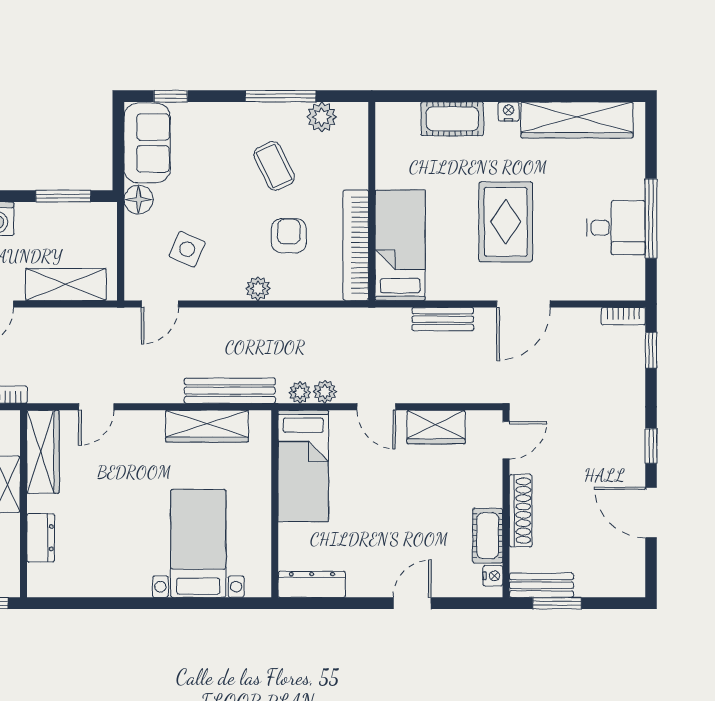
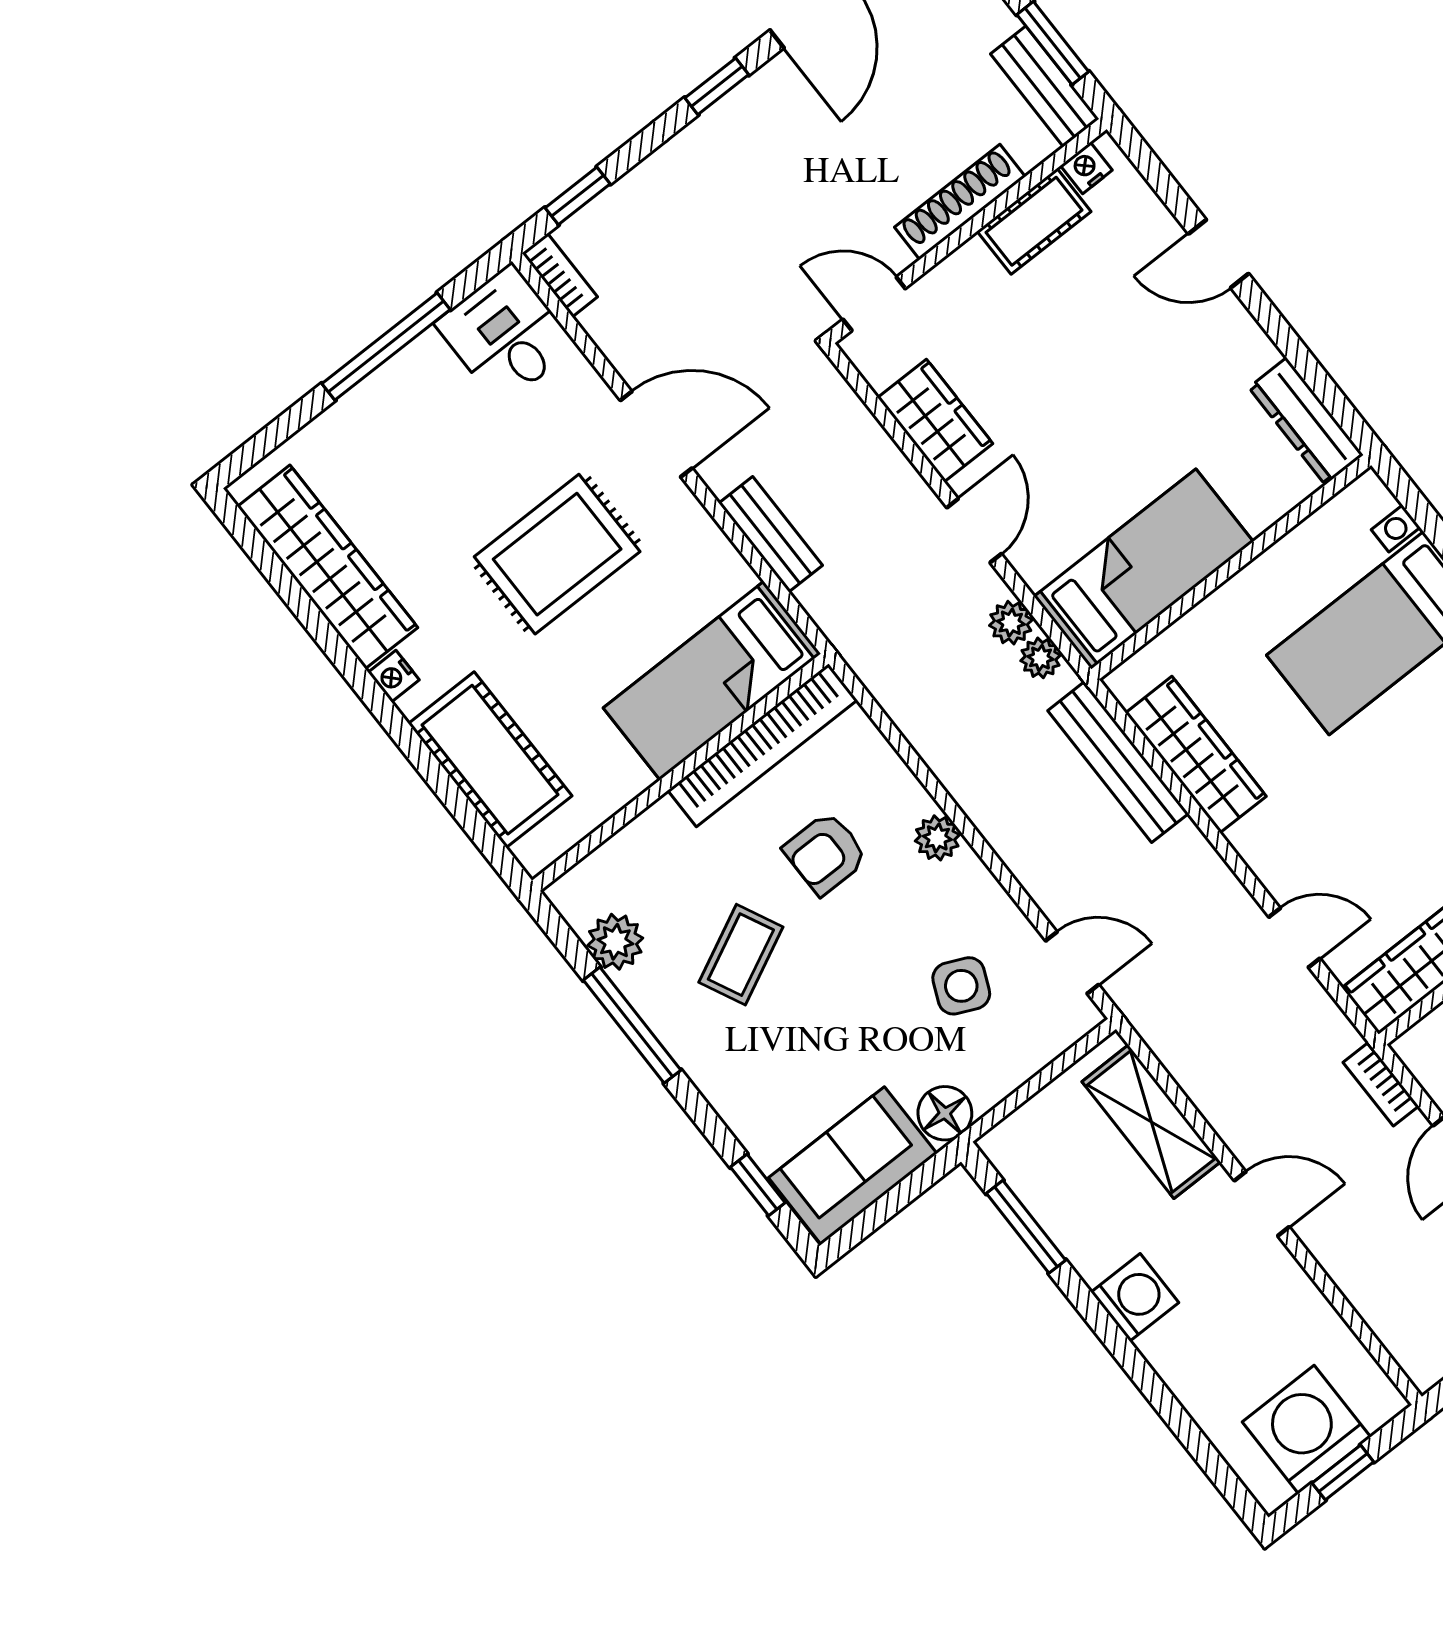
cot: (452, 119) -> (490, 760), width x1.37, depth x1.34
desk: (616, 228) -> (506, 335), moved

